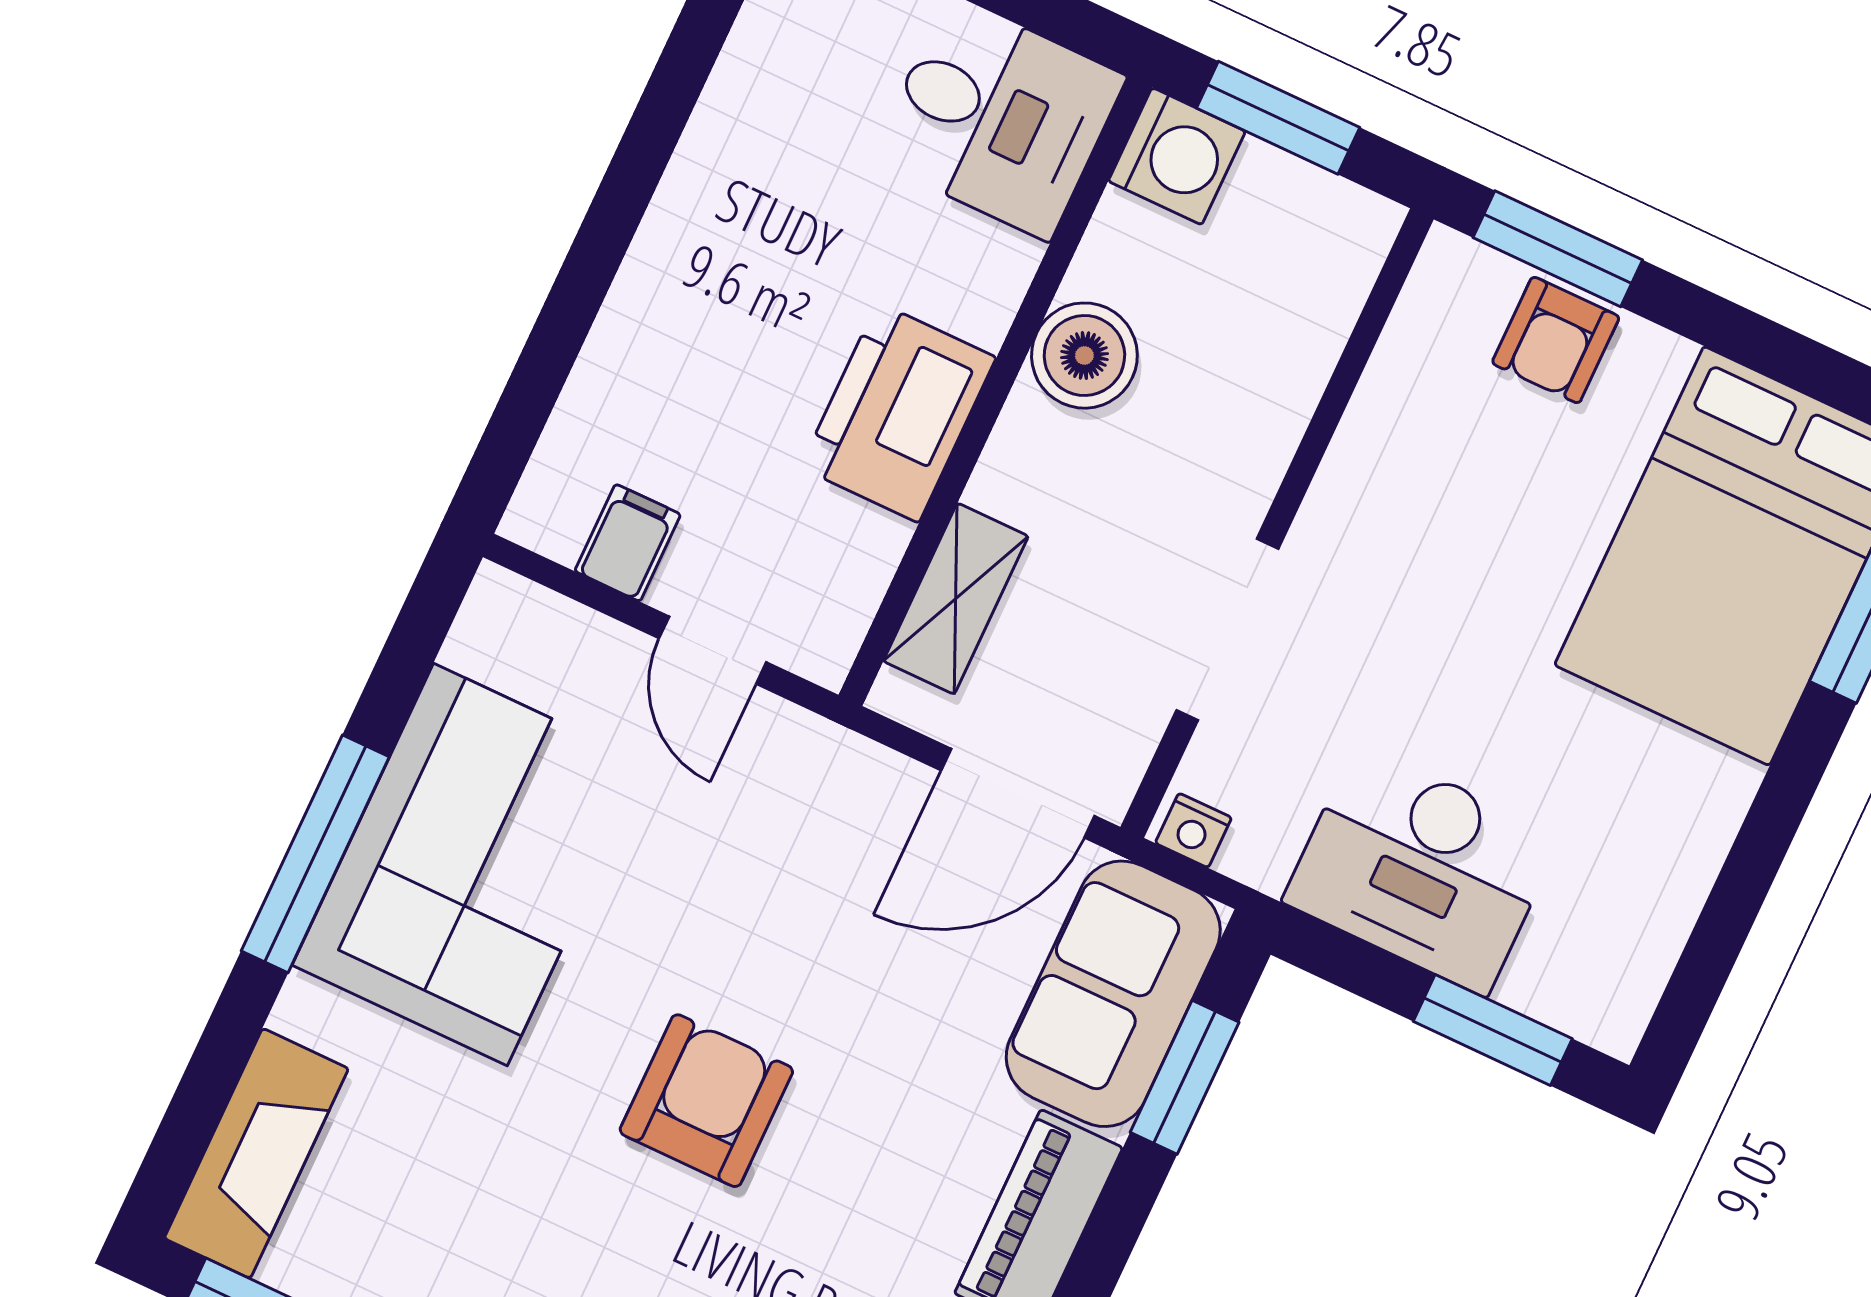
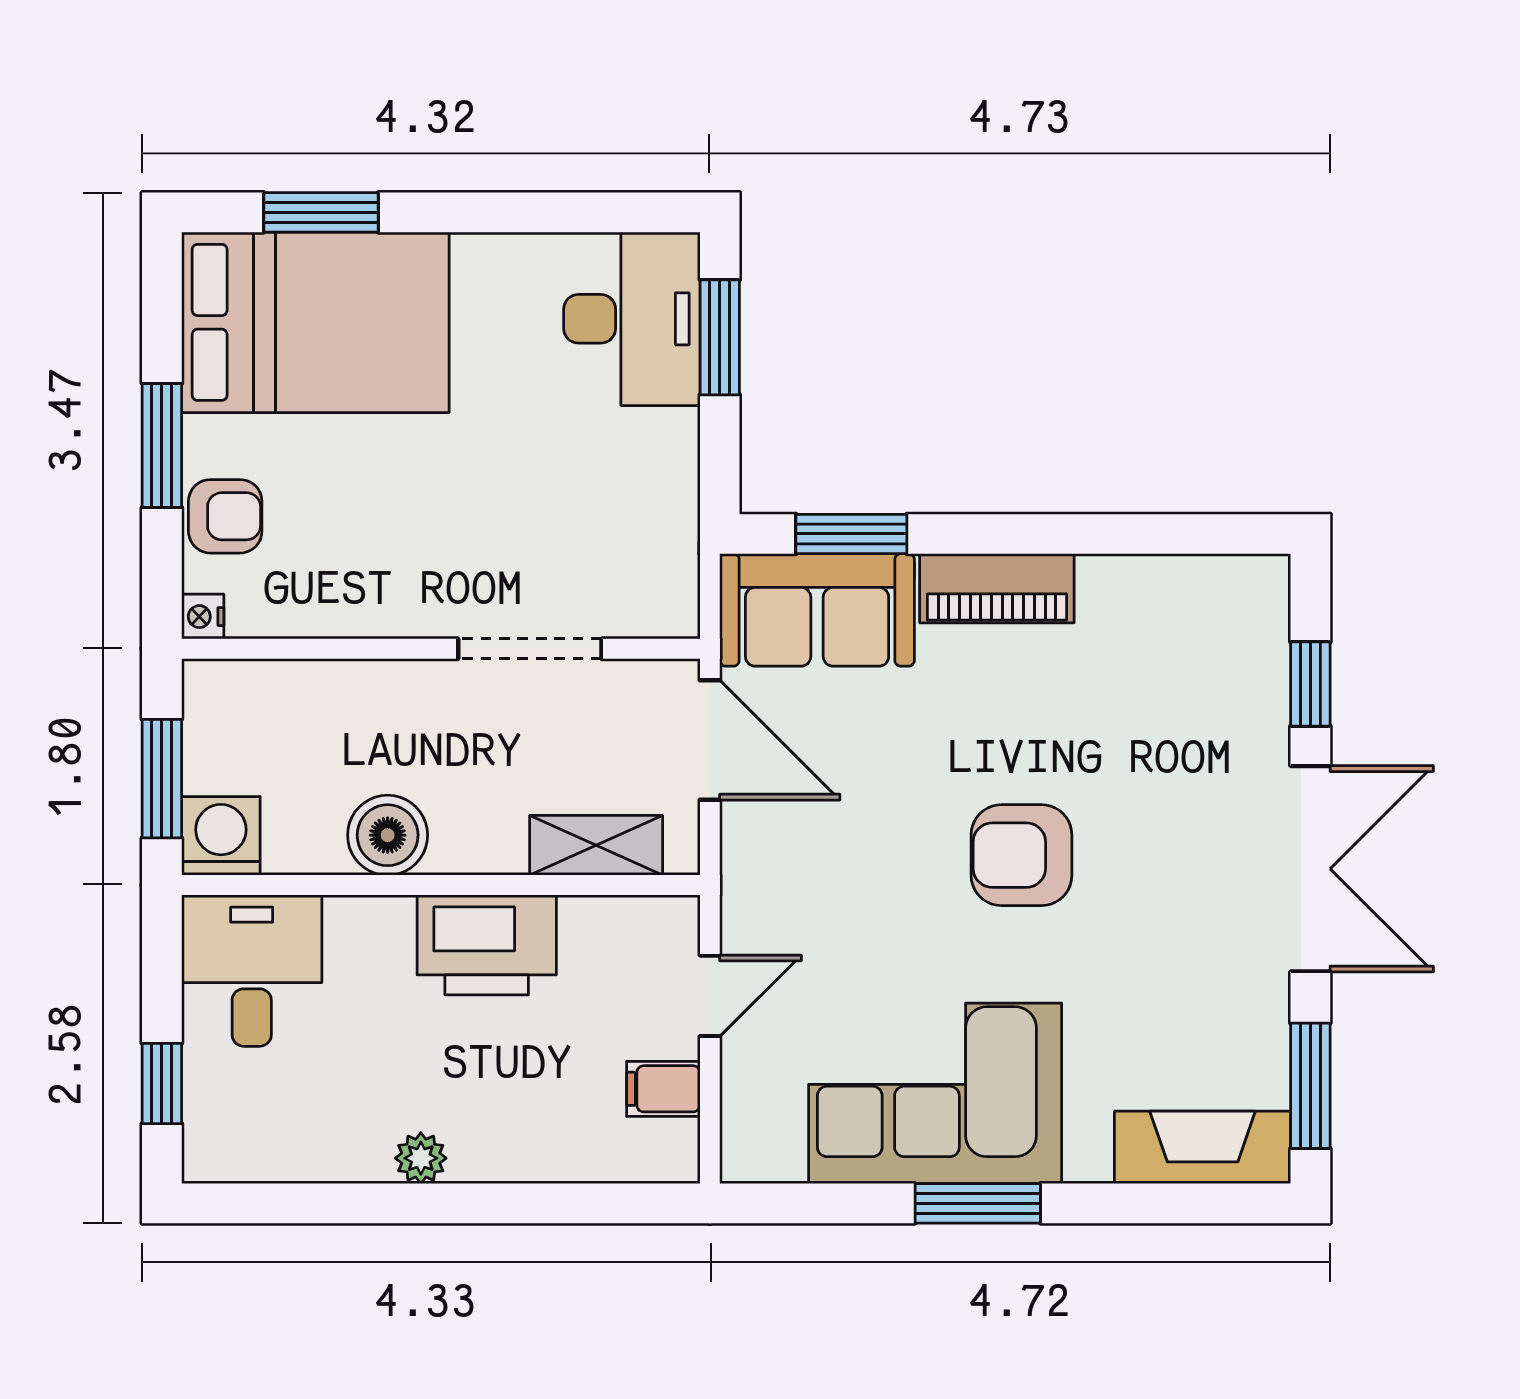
plant: (681, 215) -> (421, 1158), added
window: (1558, 249) -> (162, 445), moved
nightstand: (1193, 830) -> (203, 617), moved, turned 180
window: (315, 854) -> (978, 1203), width x0.69
desk: (1422, 869) -> (632, 319), moved

